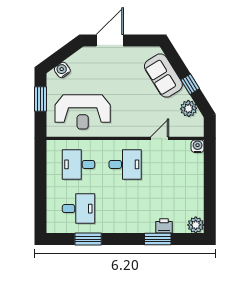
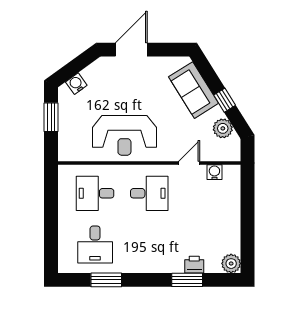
reception desk: (83, 112) -> (124, 135), moved
water cooler: (198, 146) -> (214, 172), moved
desk: (78, 209) -> (95, 245), turned 90

